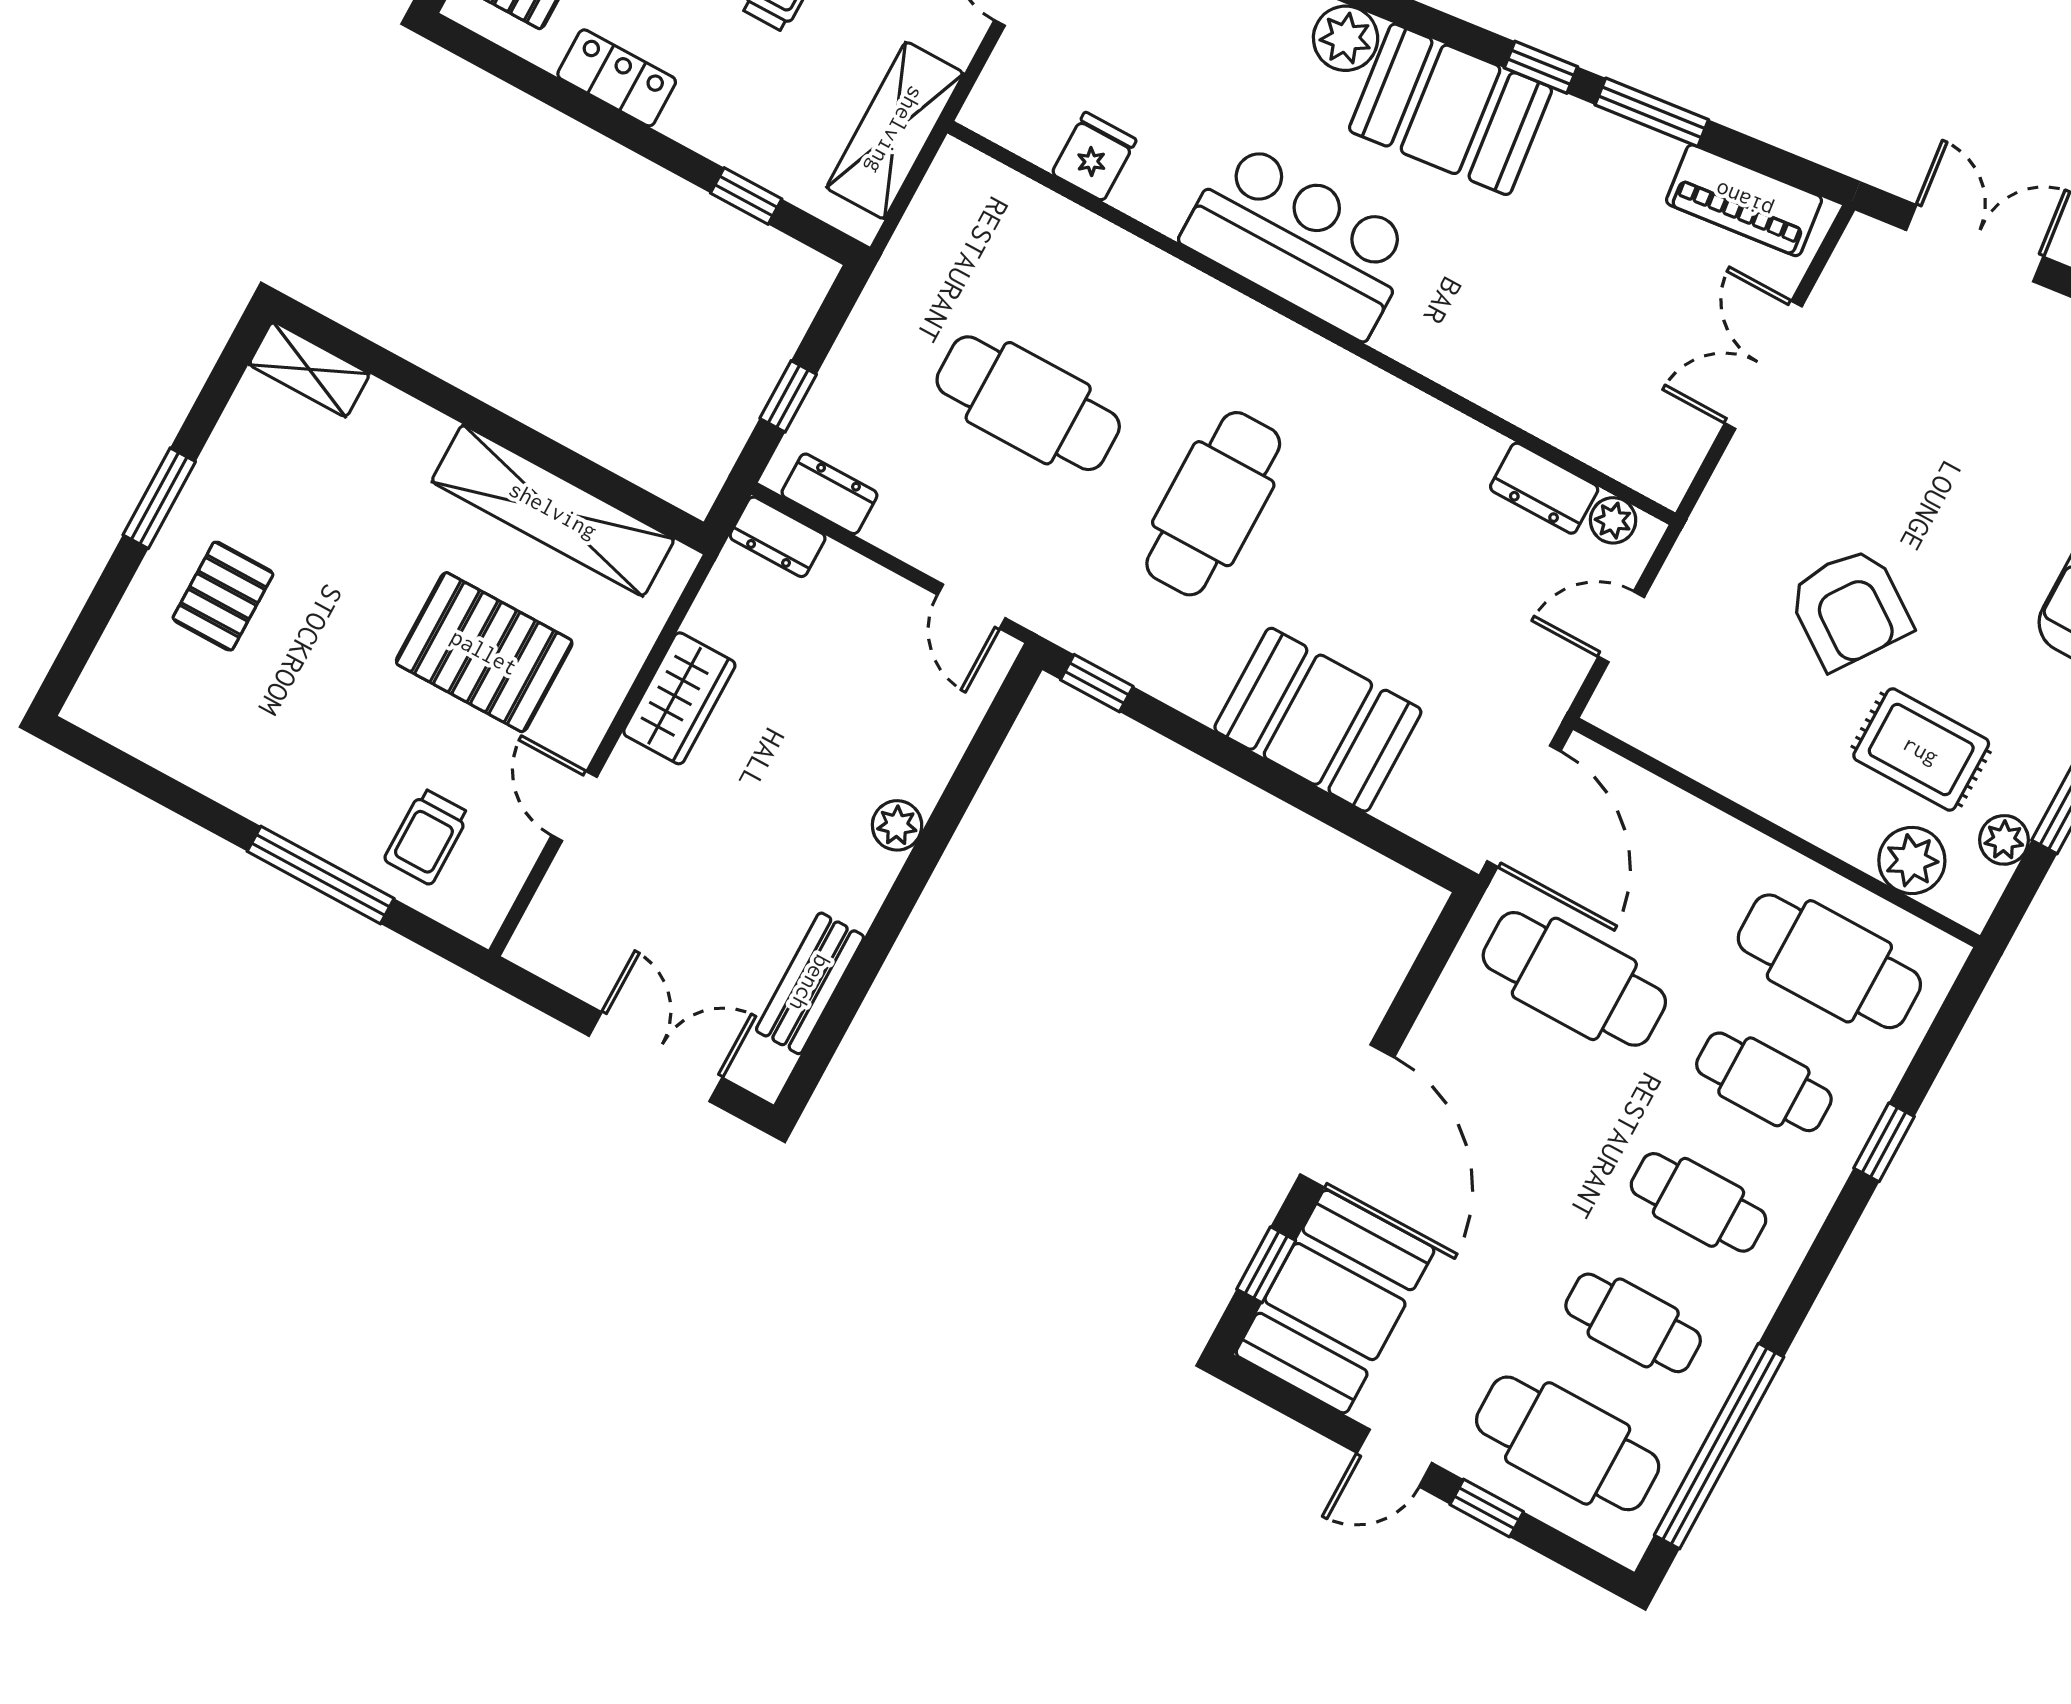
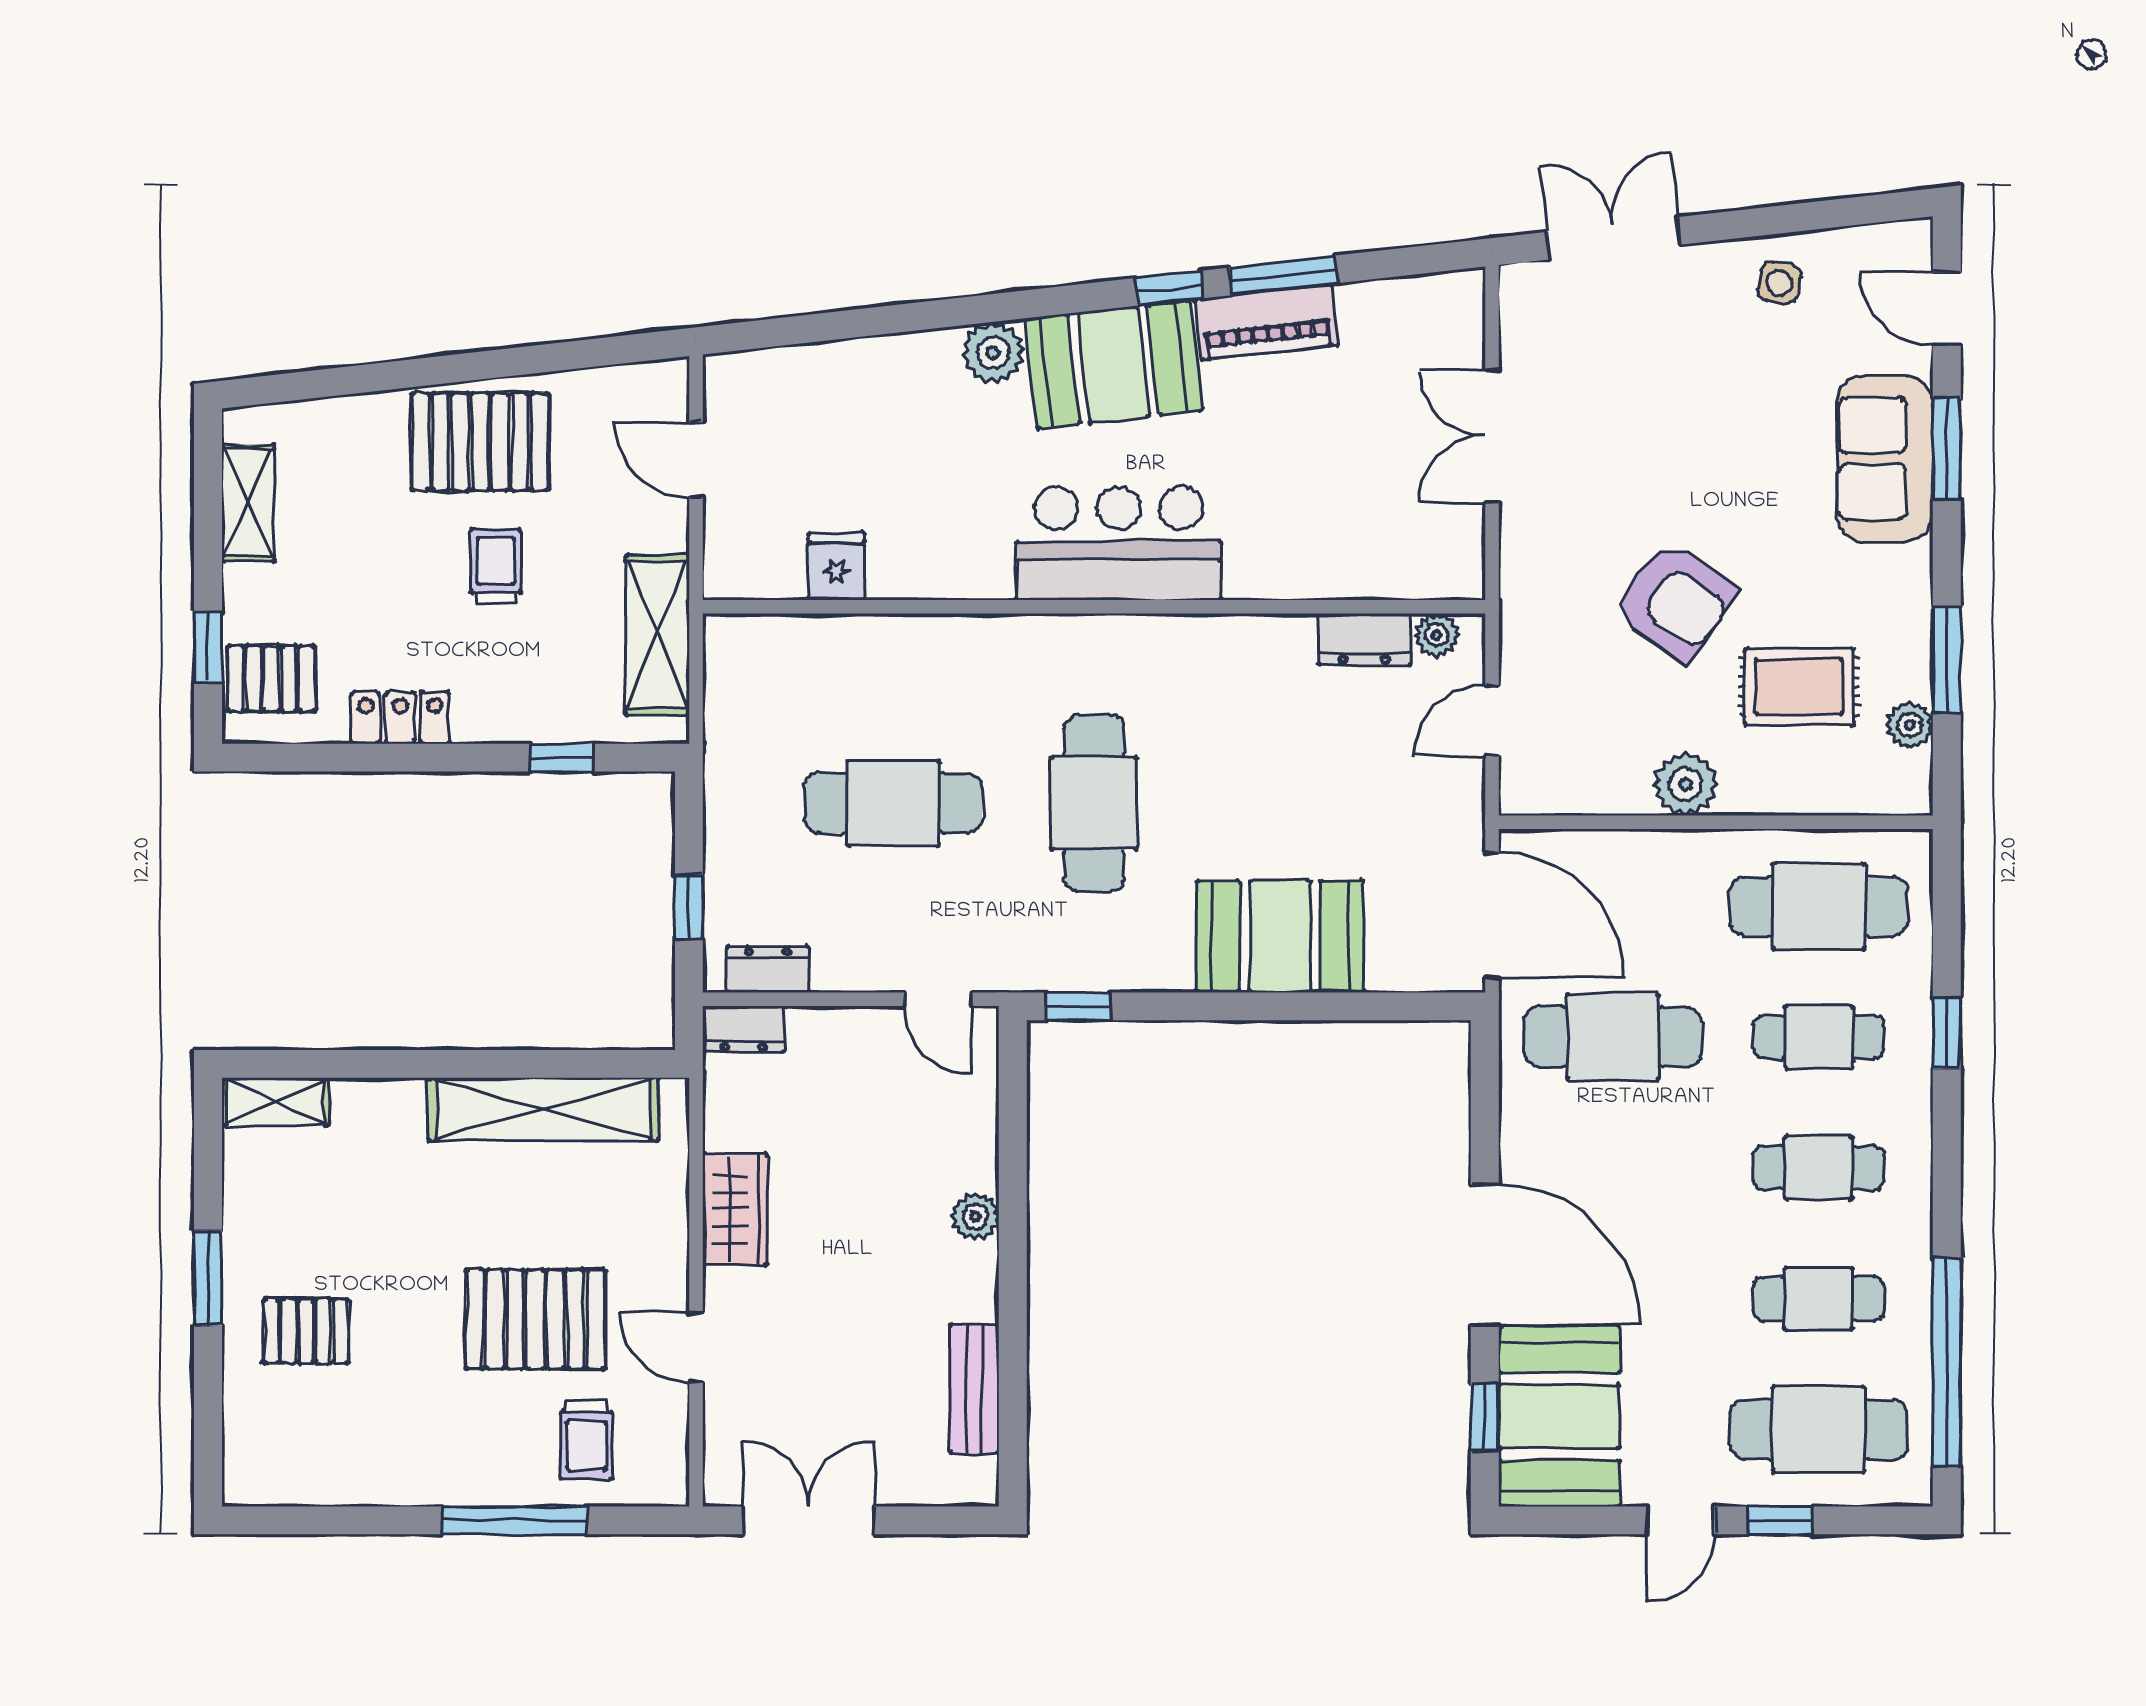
piano: (1744, 200) -> (1266, 322), moved
bar counter: (1299, 240) -> (1119, 543), moved
pallet: (223, 596) -> (306, 1331), turned 90
pallet: (484, 652) -> (535, 1319), moved
plant: (1912, 860) -> (1686, 784), moved
double door: (656, 1057) -> (808, 1520), moved

